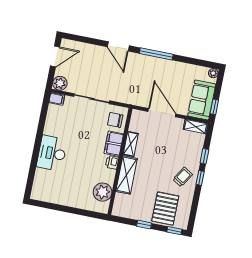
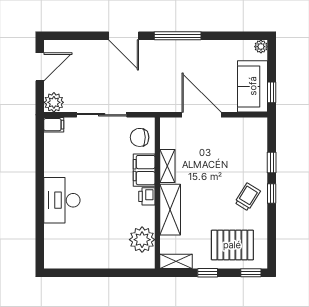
shelving: (196, 127) -> (176, 261), moved
pallet: (165, 209) -> (232, 245), turned 90

